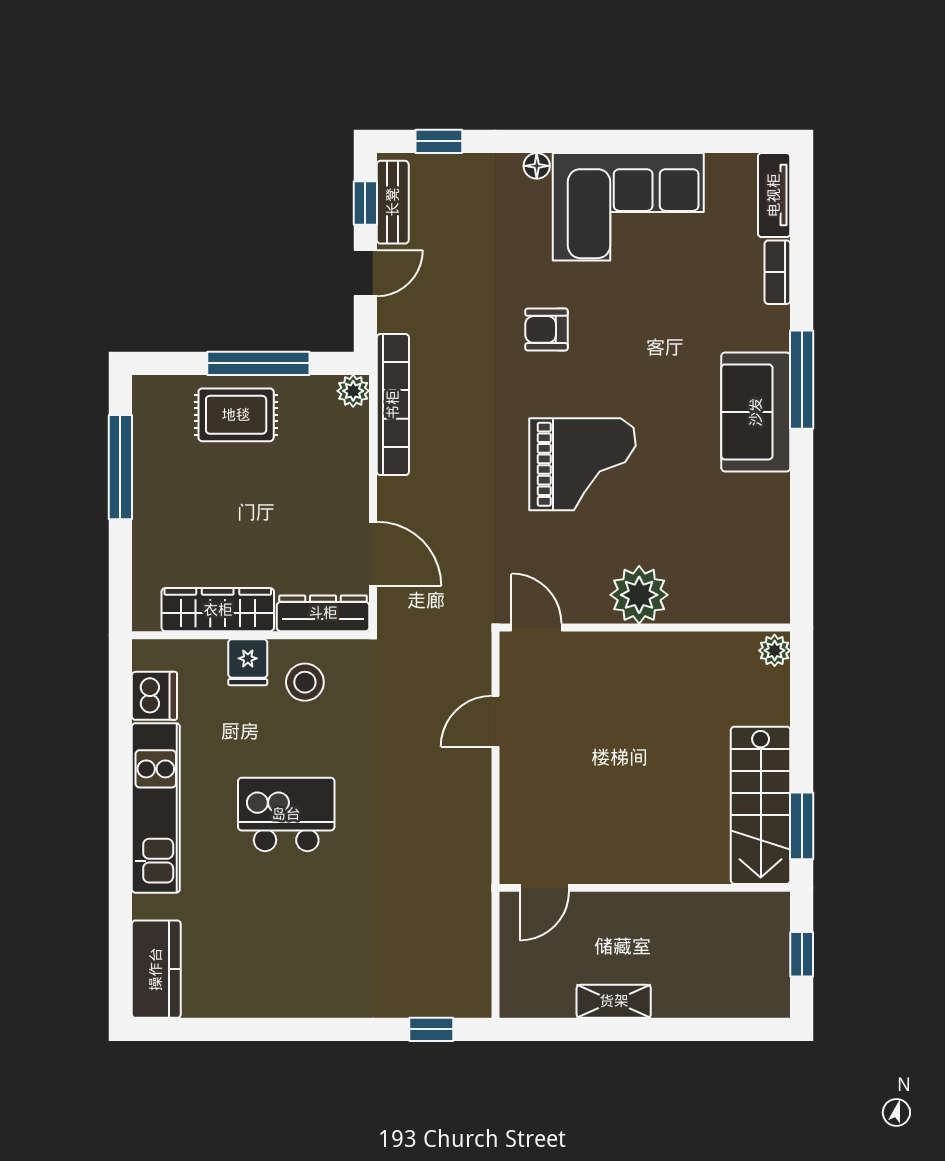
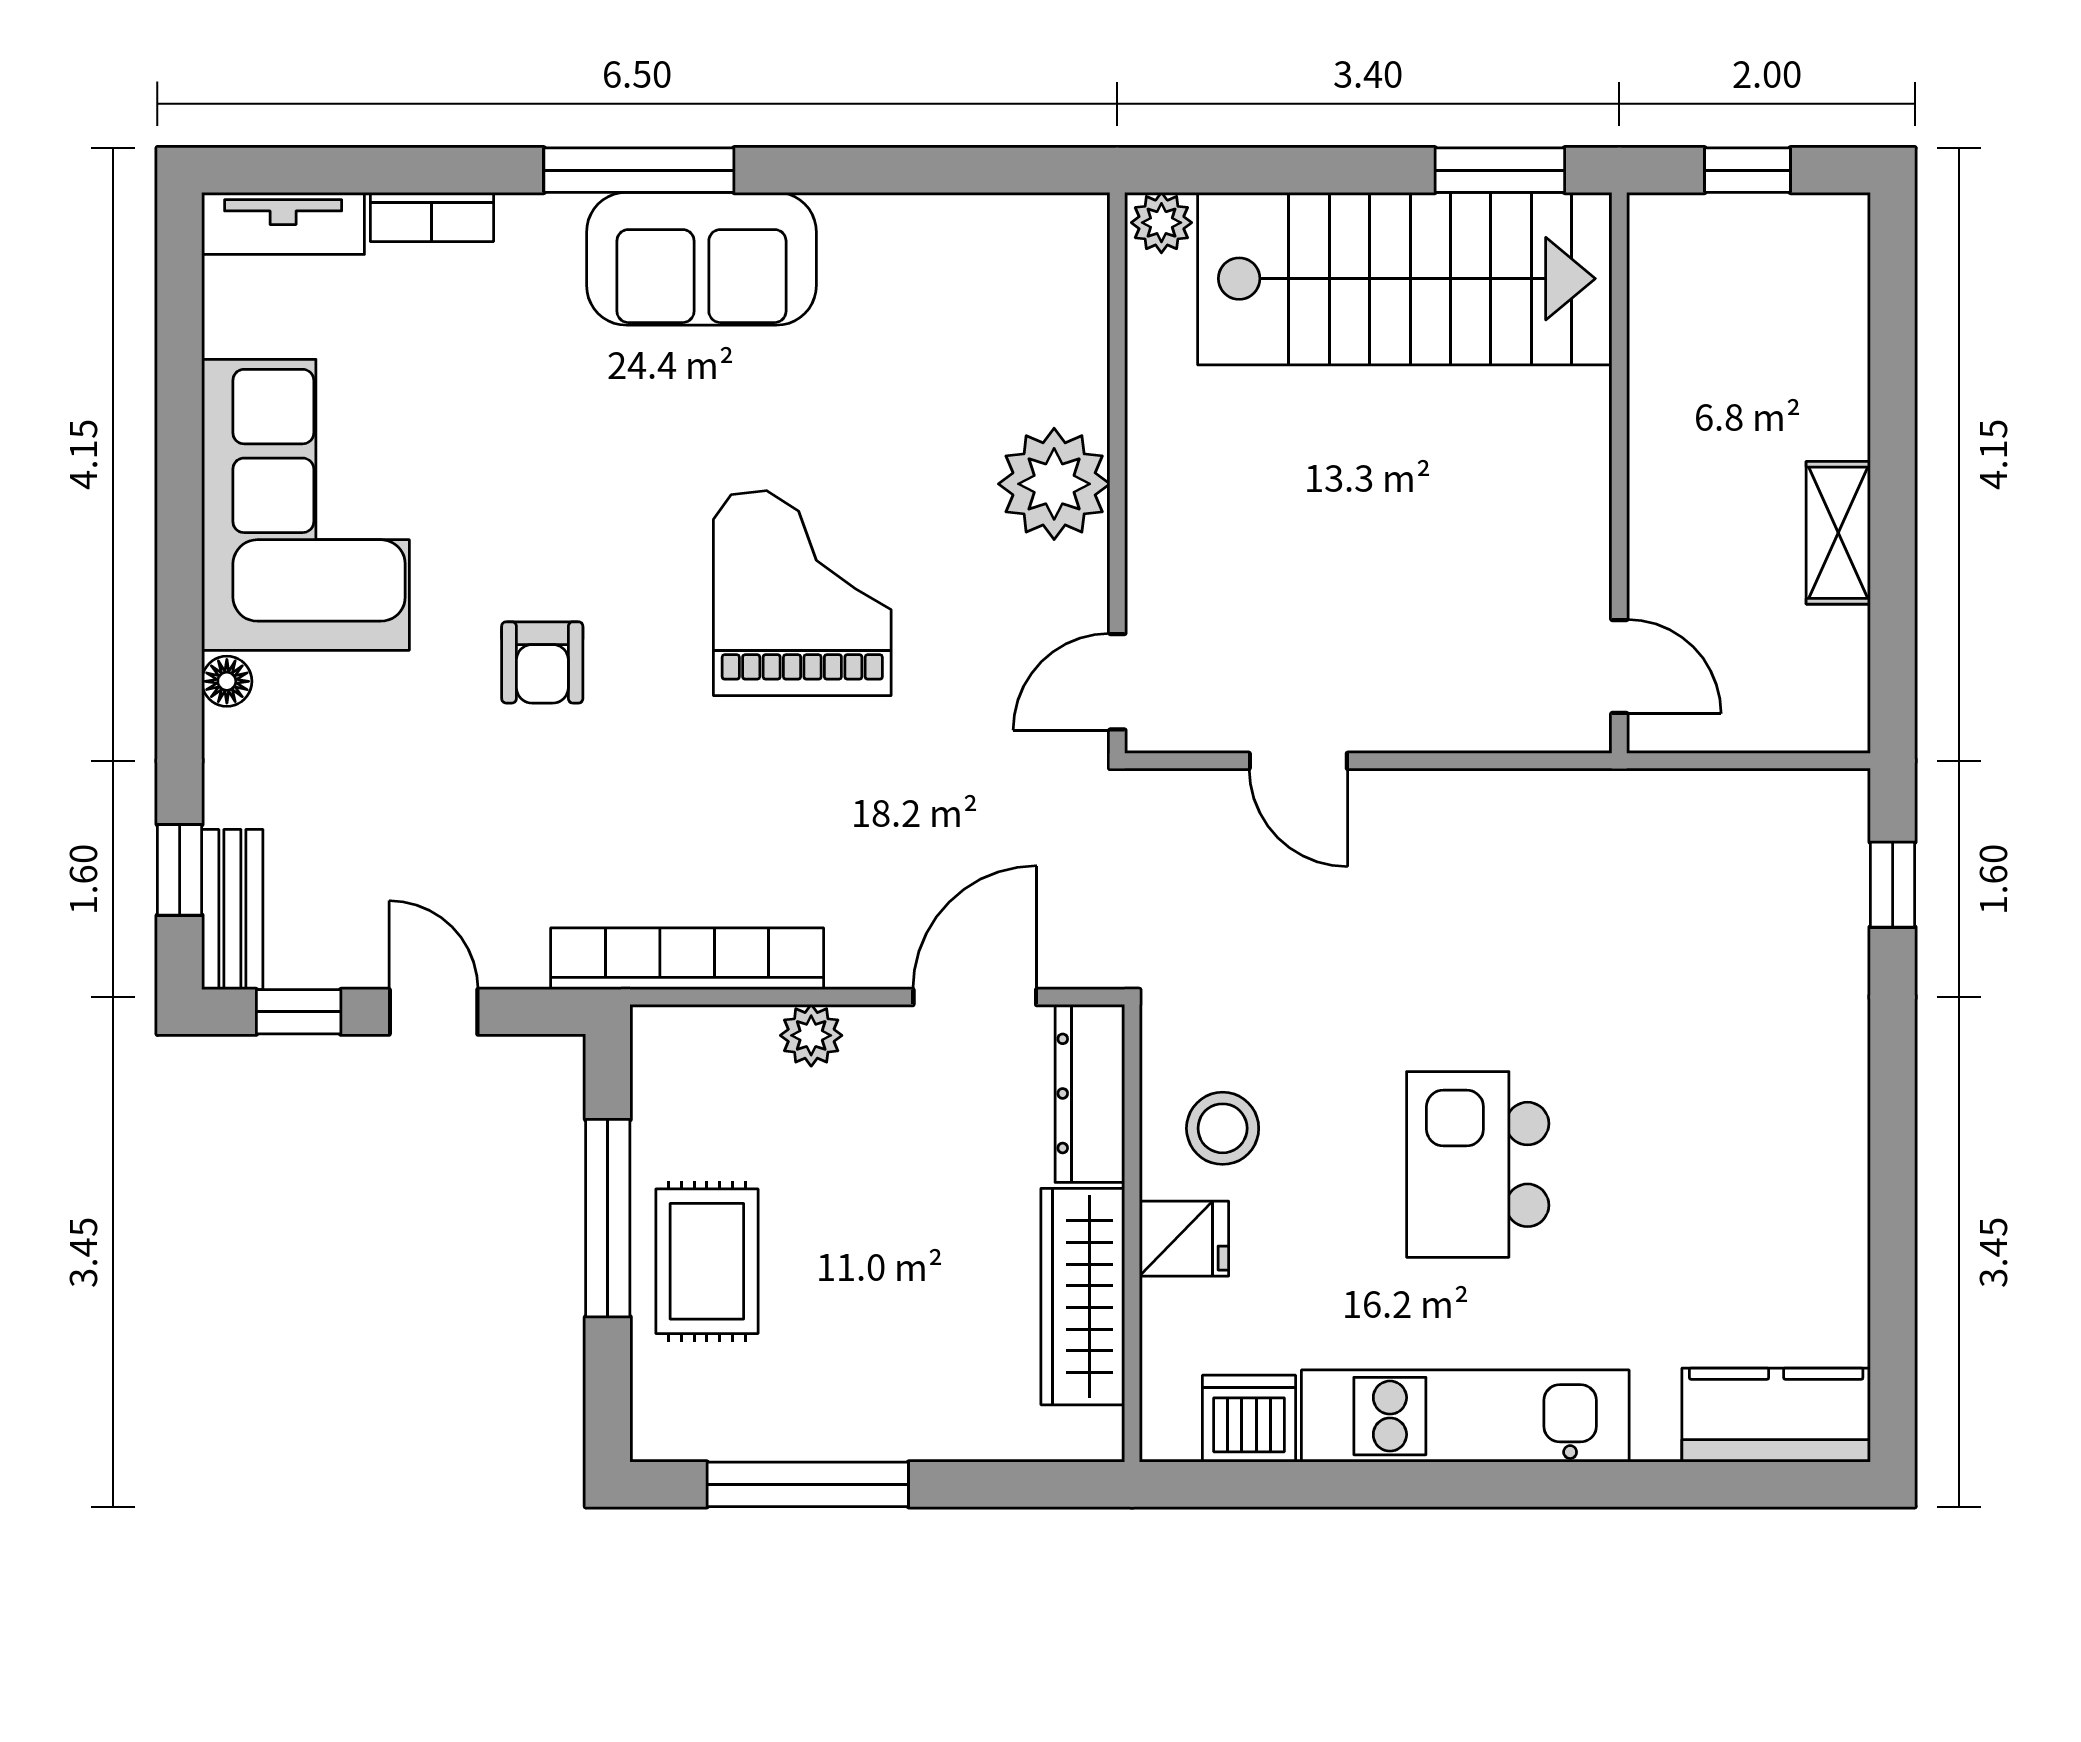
bench: (393, 202) -> (232, 910), moved, turned 90
plant: (353, 391) -> (811, 1035), moved
stairs: (761, 805) -> (1405, 279), width x1.36, depth x1.51

